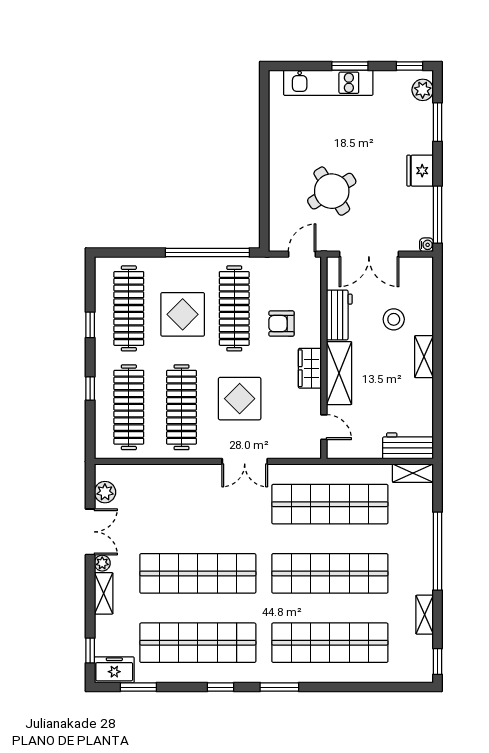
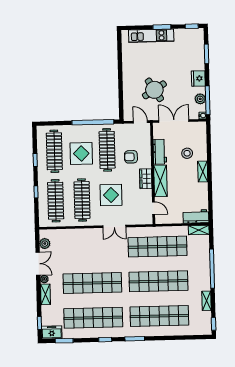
plant: (423, 90) -> (200, 99), moved
door: (302, 254) -> (140, 122), hinge flipped
double door: (369, 254) -> (174, 121), swing flipped

